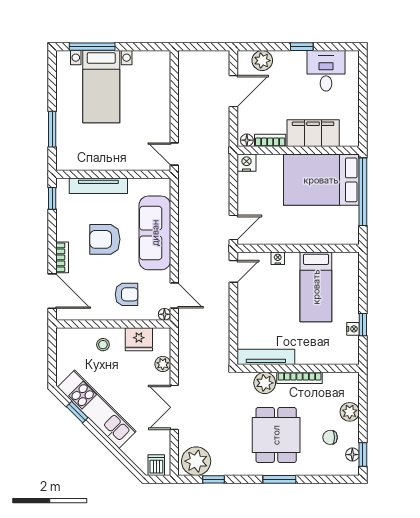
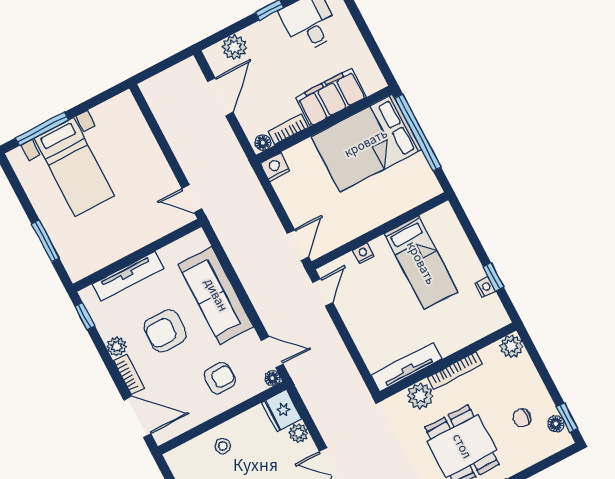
plant: (64, 232) -> (117, 346), added
fridge: (139, 339) -> (282, 411), moved, turned 90
plant: (350, 412) -> (511, 346), moved

